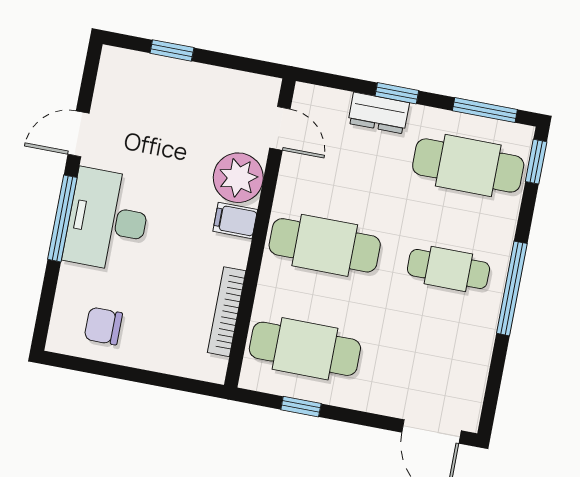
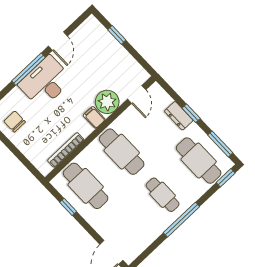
door: (79, 134) -> (58, 41), swing flipped

